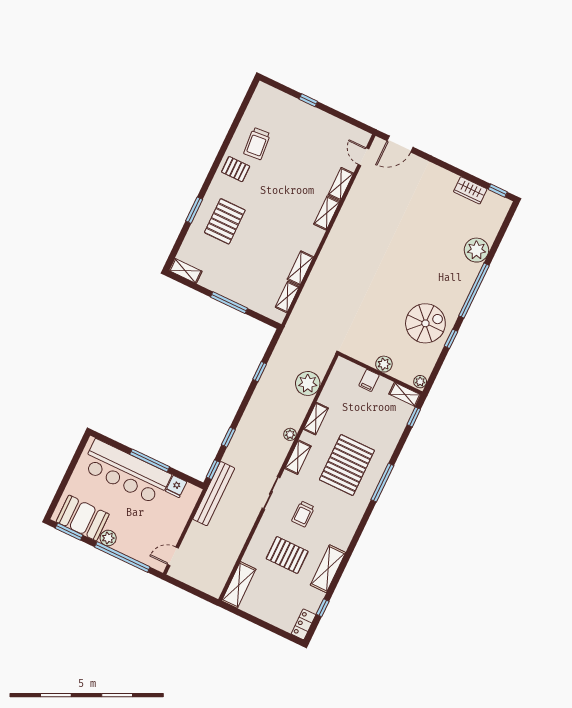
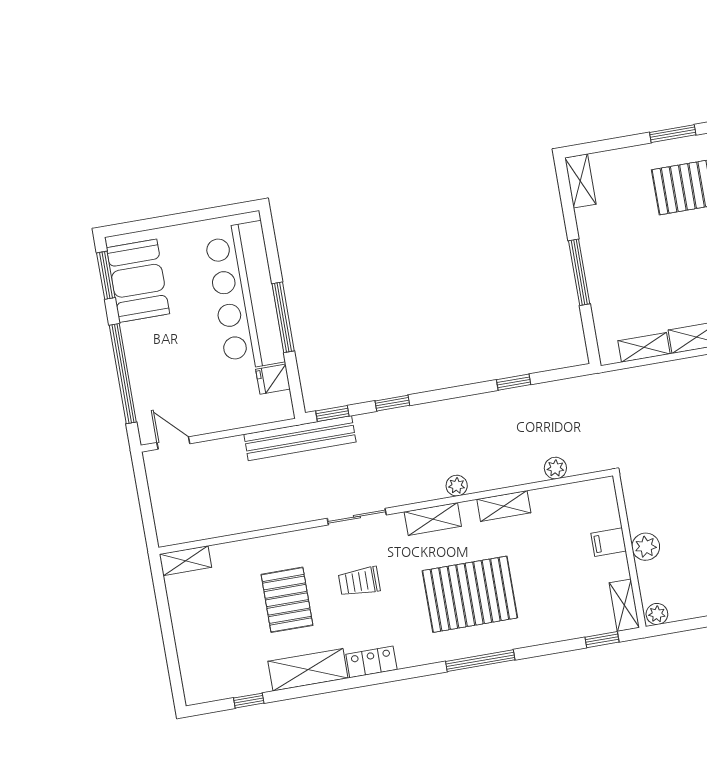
plant: (308, 383) -> (555, 468), width x0.53, depth x0.53
plant: (108, 538) -> (135, 336), removed
shelving: (239, 585) -> (185, 561), width x0.67, depth x0.75
locker: (303, 624) -> (371, 662), moved

